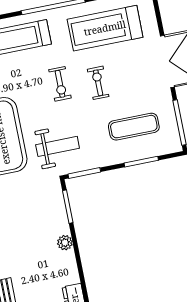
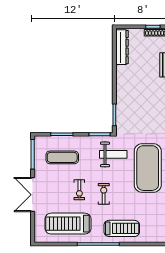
treadmill: (105, 28) -> (68, 224), turned 180
weight bench: (58, 146) -> (113, 154), turned 180
plant: (65, 243) -> (121, 92), removed

